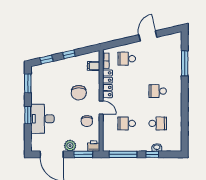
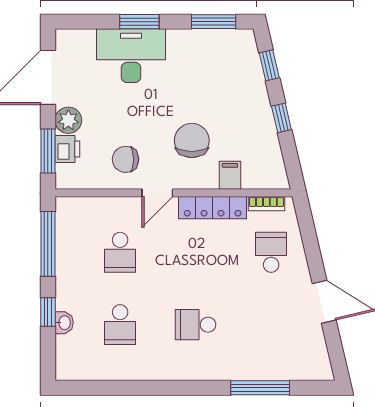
filing cabinet: (94, 66) -> (230, 175), moved
school desk: (158, 91) -> (196, 325), turned -90
chair: (79, 93) -> (192, 140), turned 90
school desk: (127, 123) -> (120, 252), turned 180
printer: (94, 146) -> (67, 149), moved

